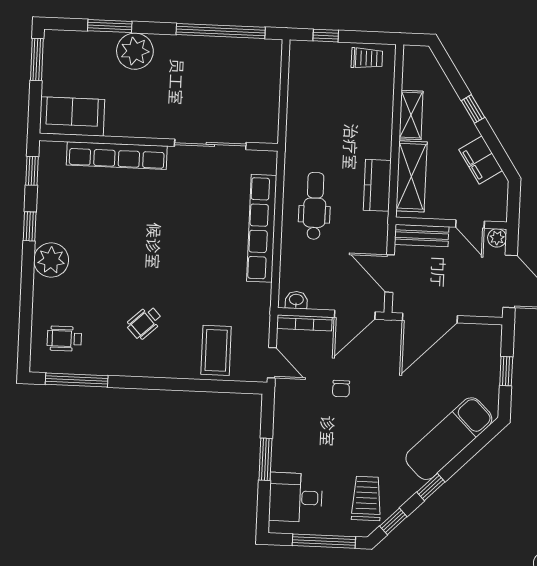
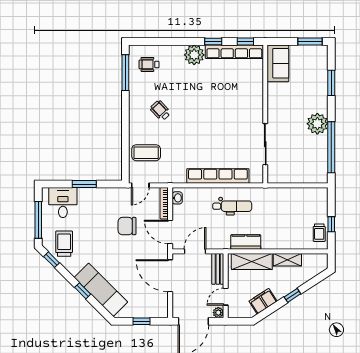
window: (326, 36) -> (331, 224), moved
plant: (135, 51) -> (317, 124), moved
row of seats: (117, 156) -> (234, 52), moved, turned -90
wheelchair: (64, 339) -> (149, 64), turned -90
chair: (341, 389) -> (127, 226), width x1.87, depth x1.87
window: (431, 487) -> (83, 291), moved
trolley: (367, 498) -> (64, 244), turned -90

